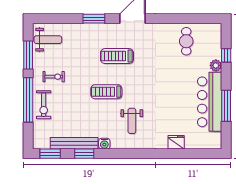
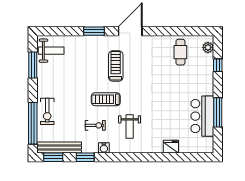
treadmill: (117, 56) -> (116, 66), turned 90
plant: (216, 65) -> (208, 47), moved
exercise bike: (54, 77) -> (95, 125), moved
window: (28, 100) -> (33, 123), moved
bar counter: (210, 102) -> (202, 116), width x0.73
bench: (74, 143) -> (59, 148), moved

